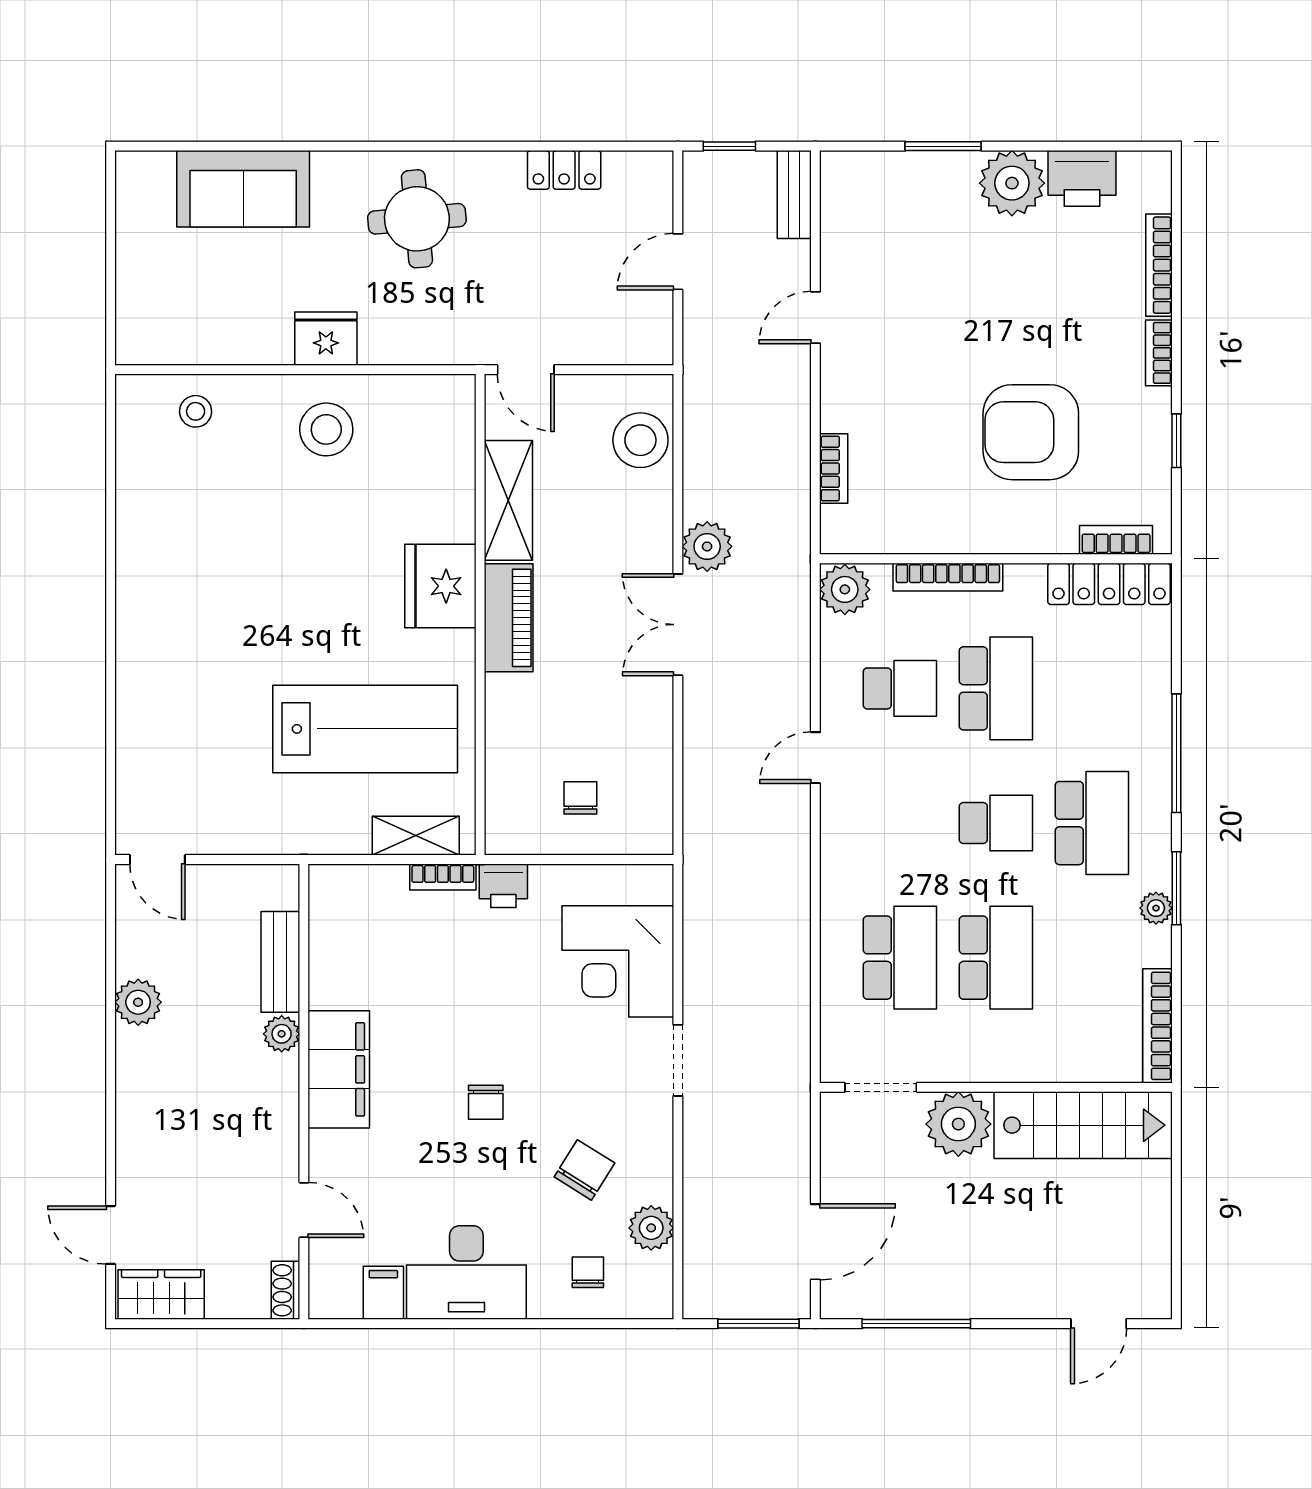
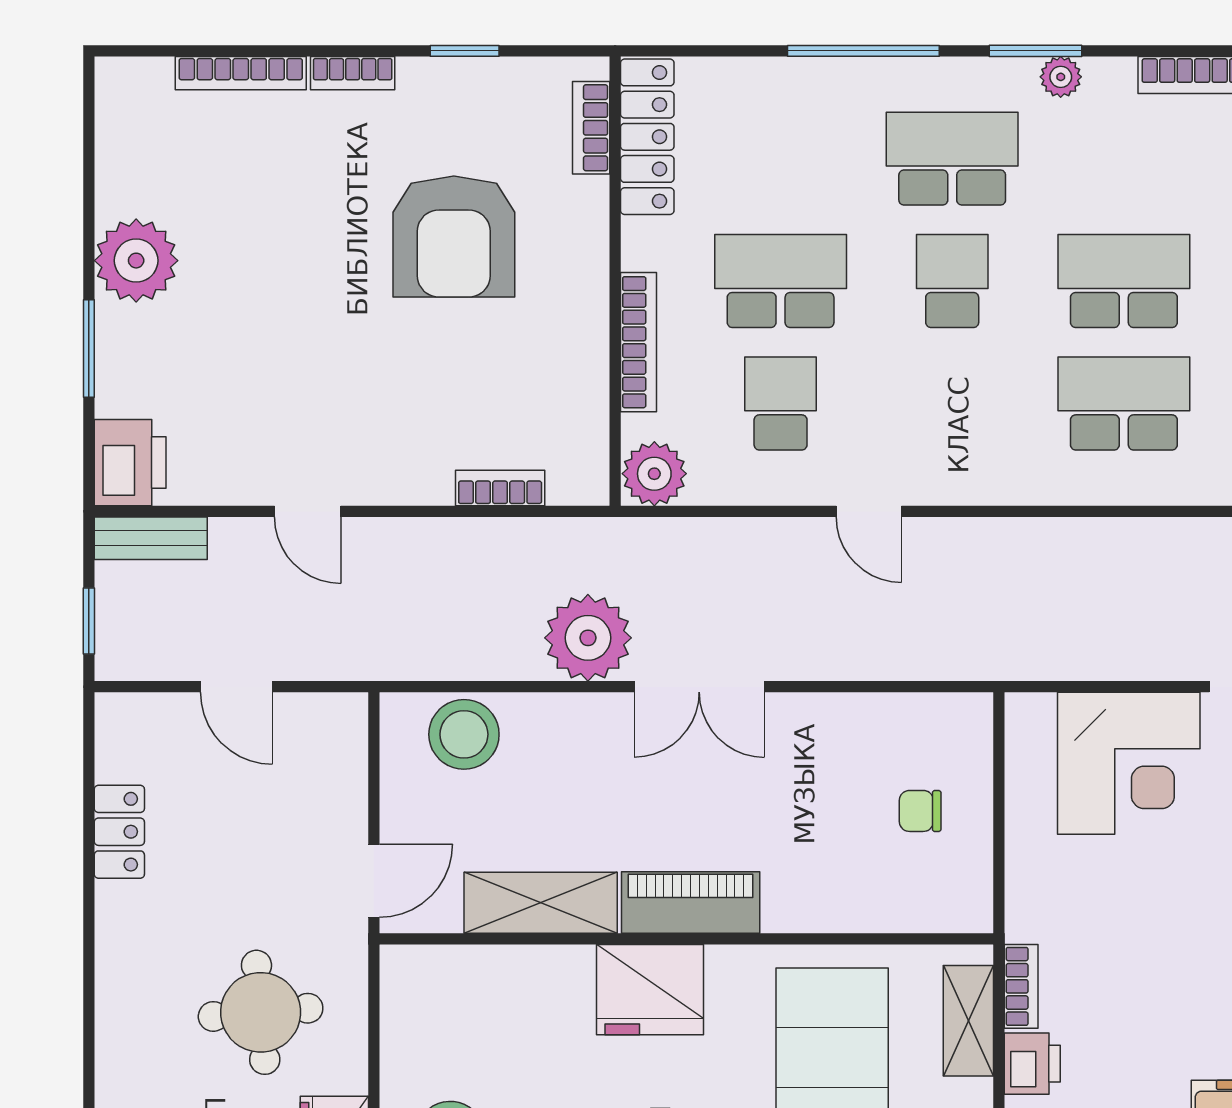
printer: (1082, 178) -> (130, 463), moved
round table: (417, 219) -> (261, 1012), moved
plant: (707, 546) -> (588, 638), width x1.36, depth x1.36
printer: (503, 886) -> (1032, 1064), moved

